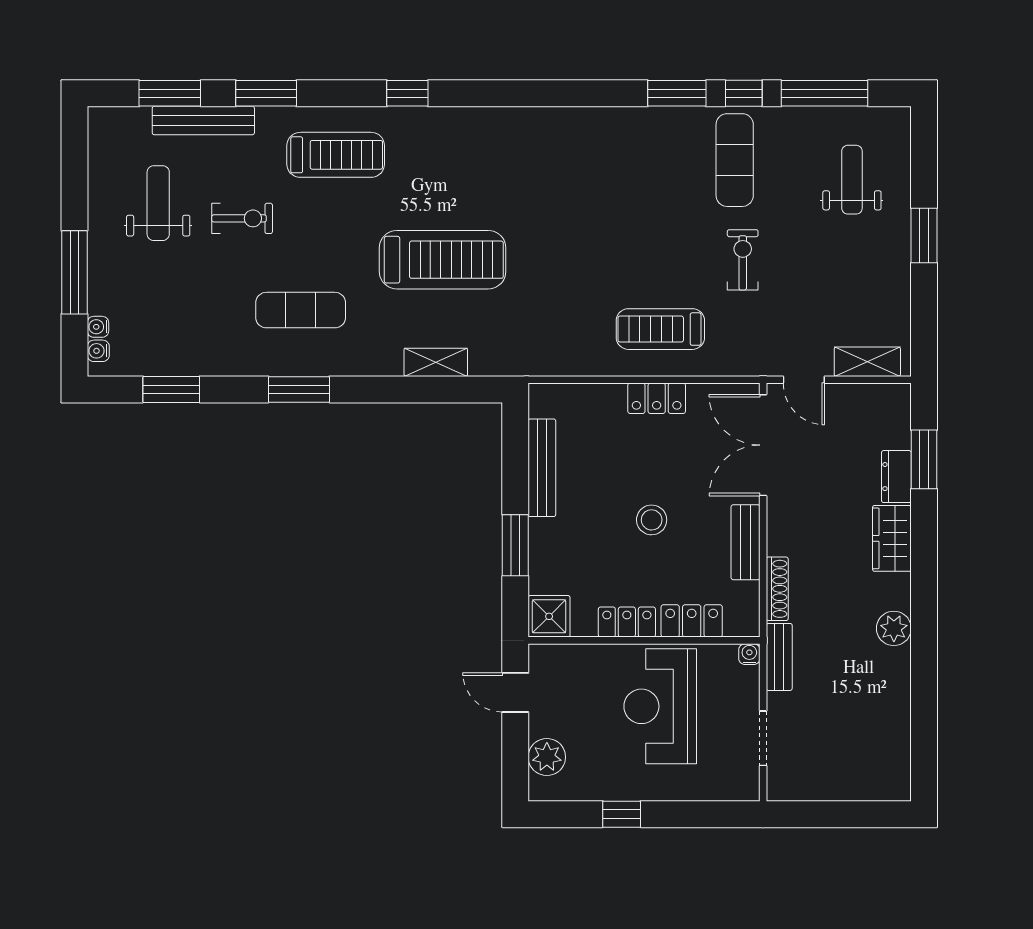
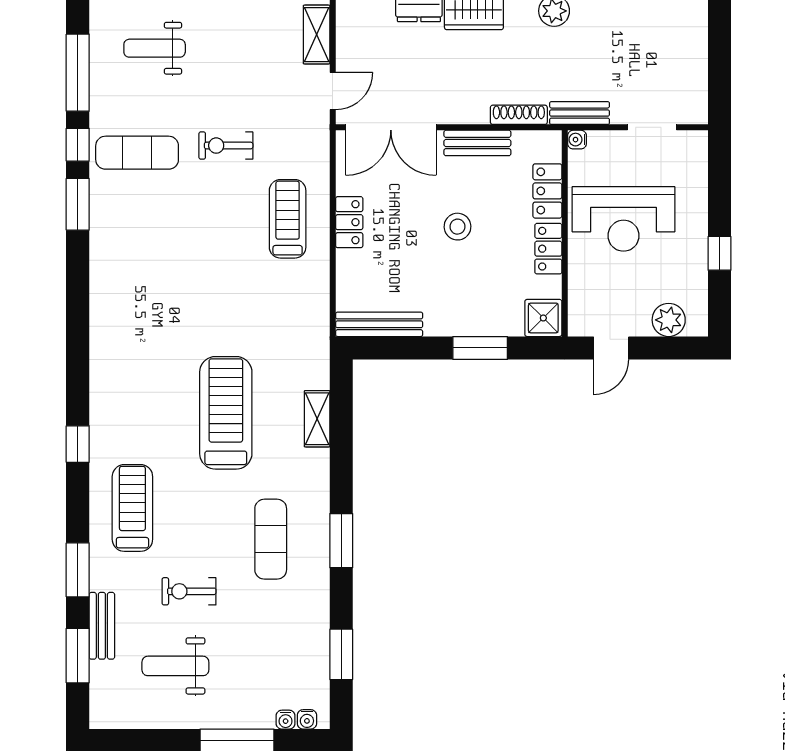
bench: (203, 120) -> (102, 626), width x0.73
exercise bike: (242, 218) -> (189, 591), turned -90
treadmill: (660, 329) -> (288, 219), turned 180
bench: (542, 468) -> (379, 324), moved

